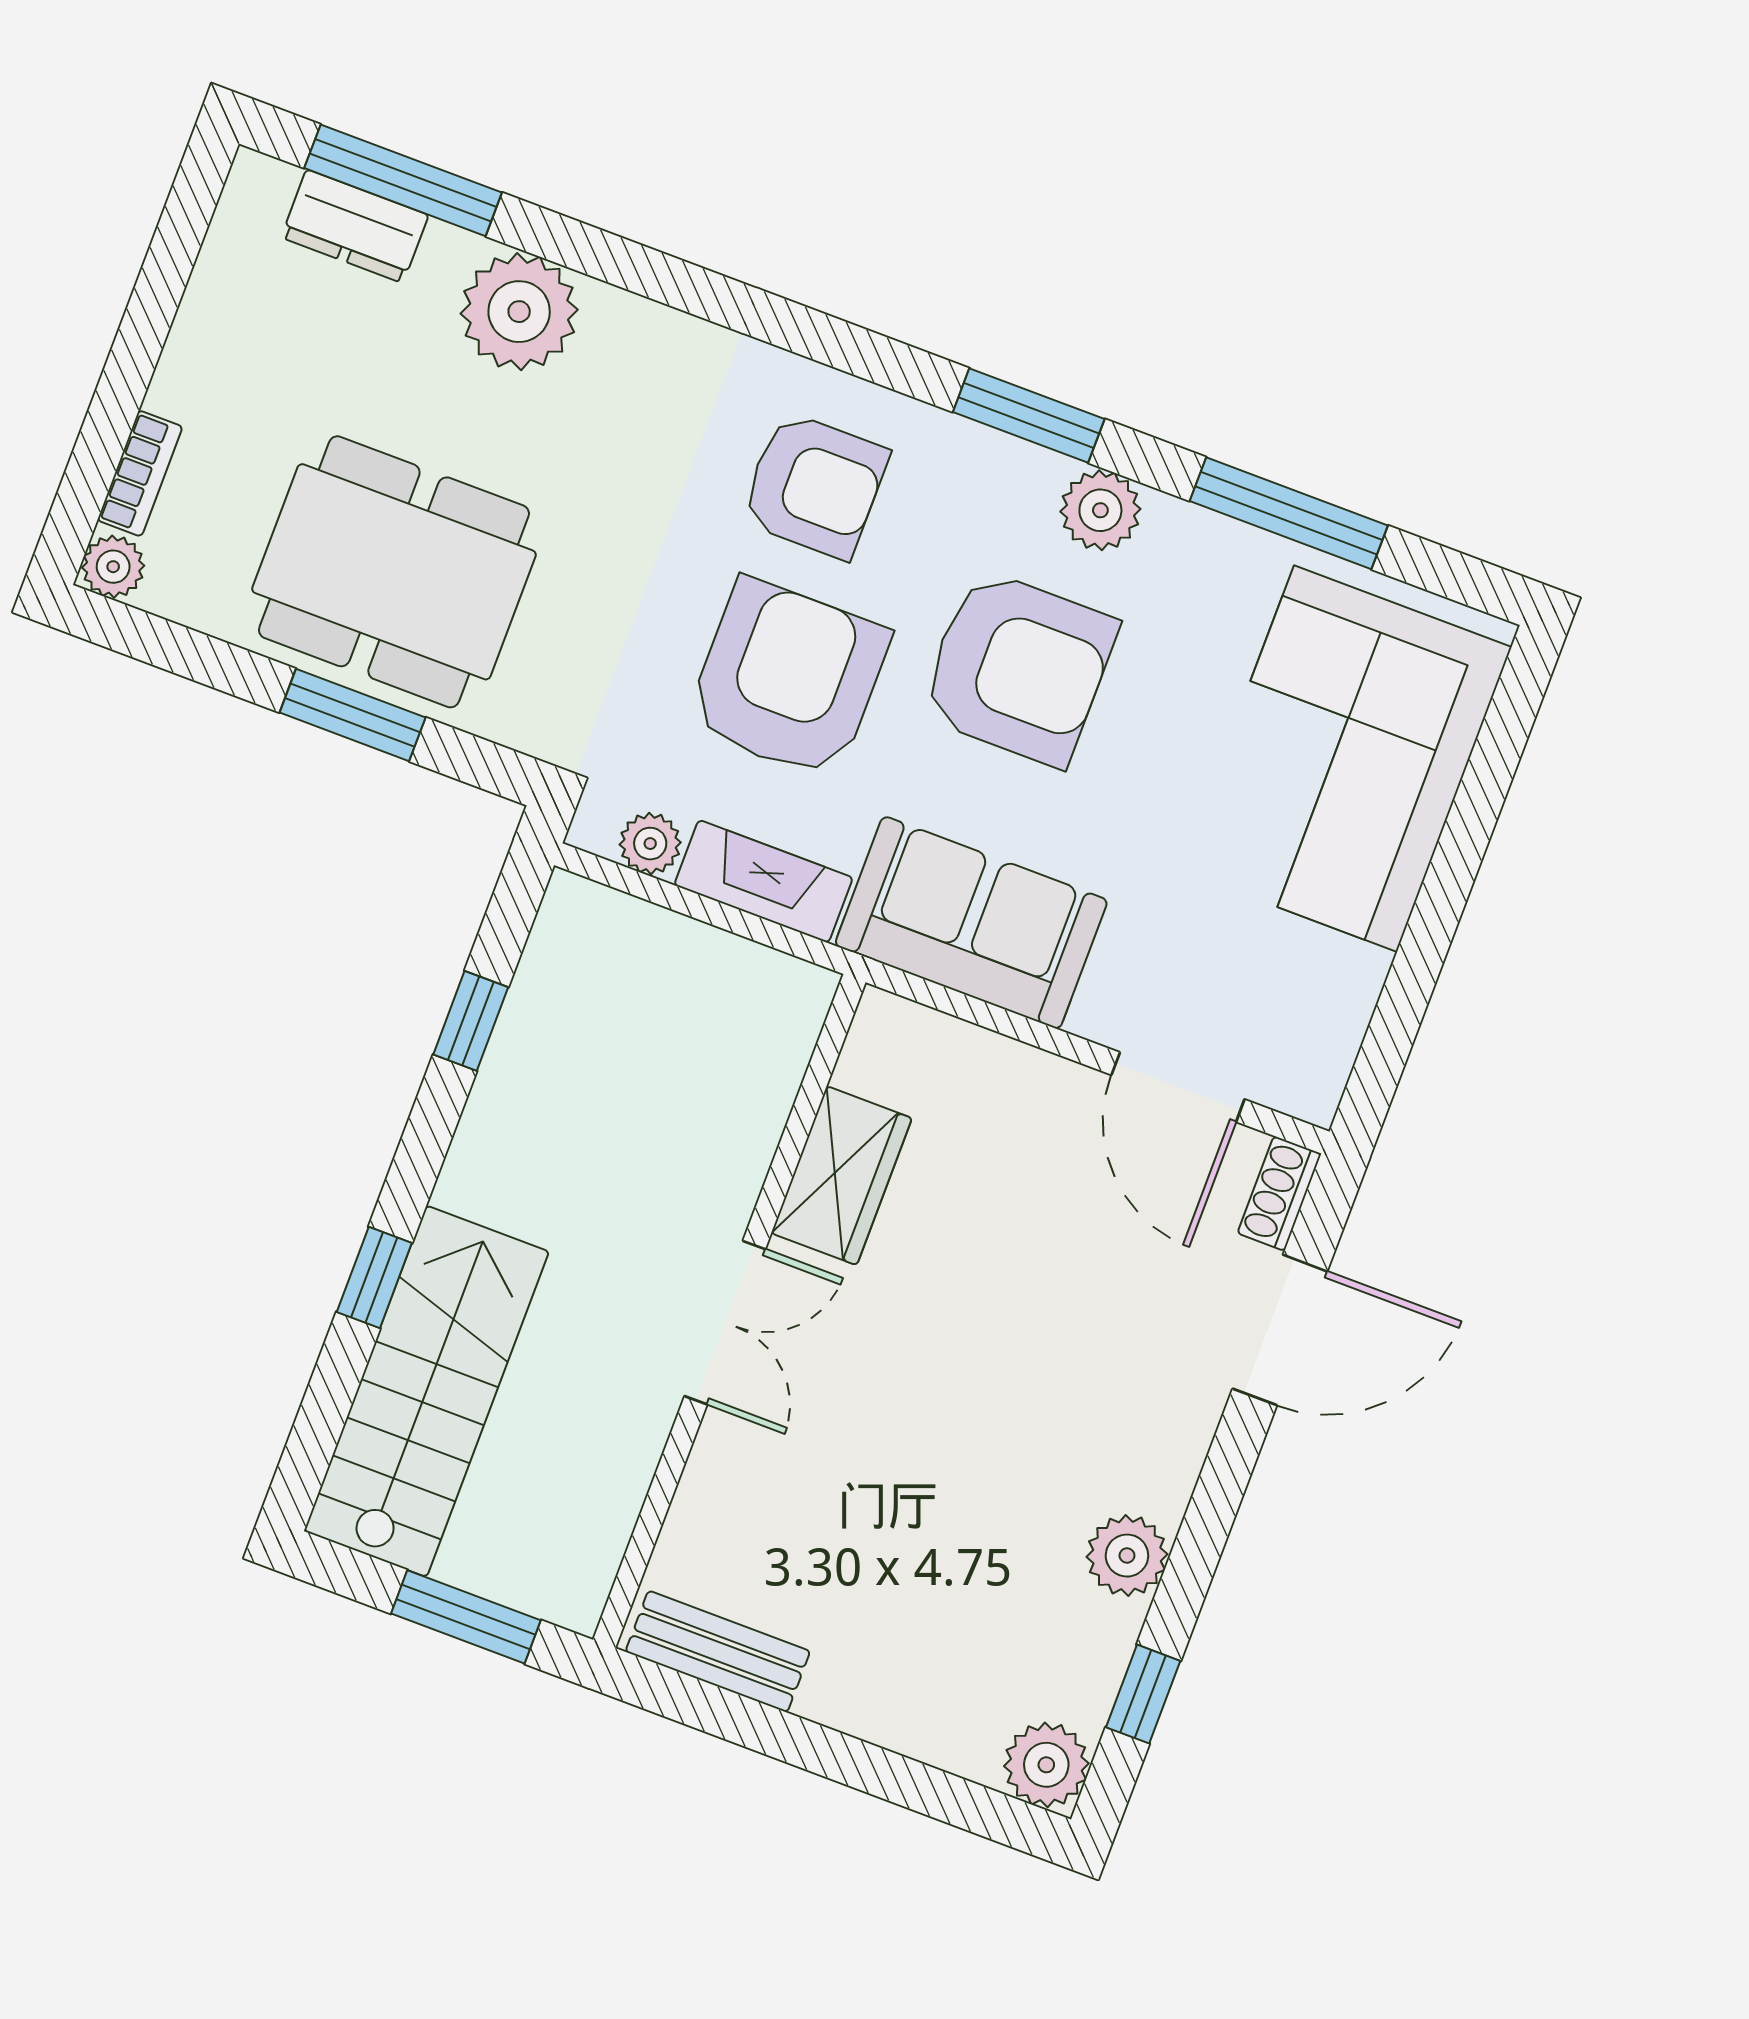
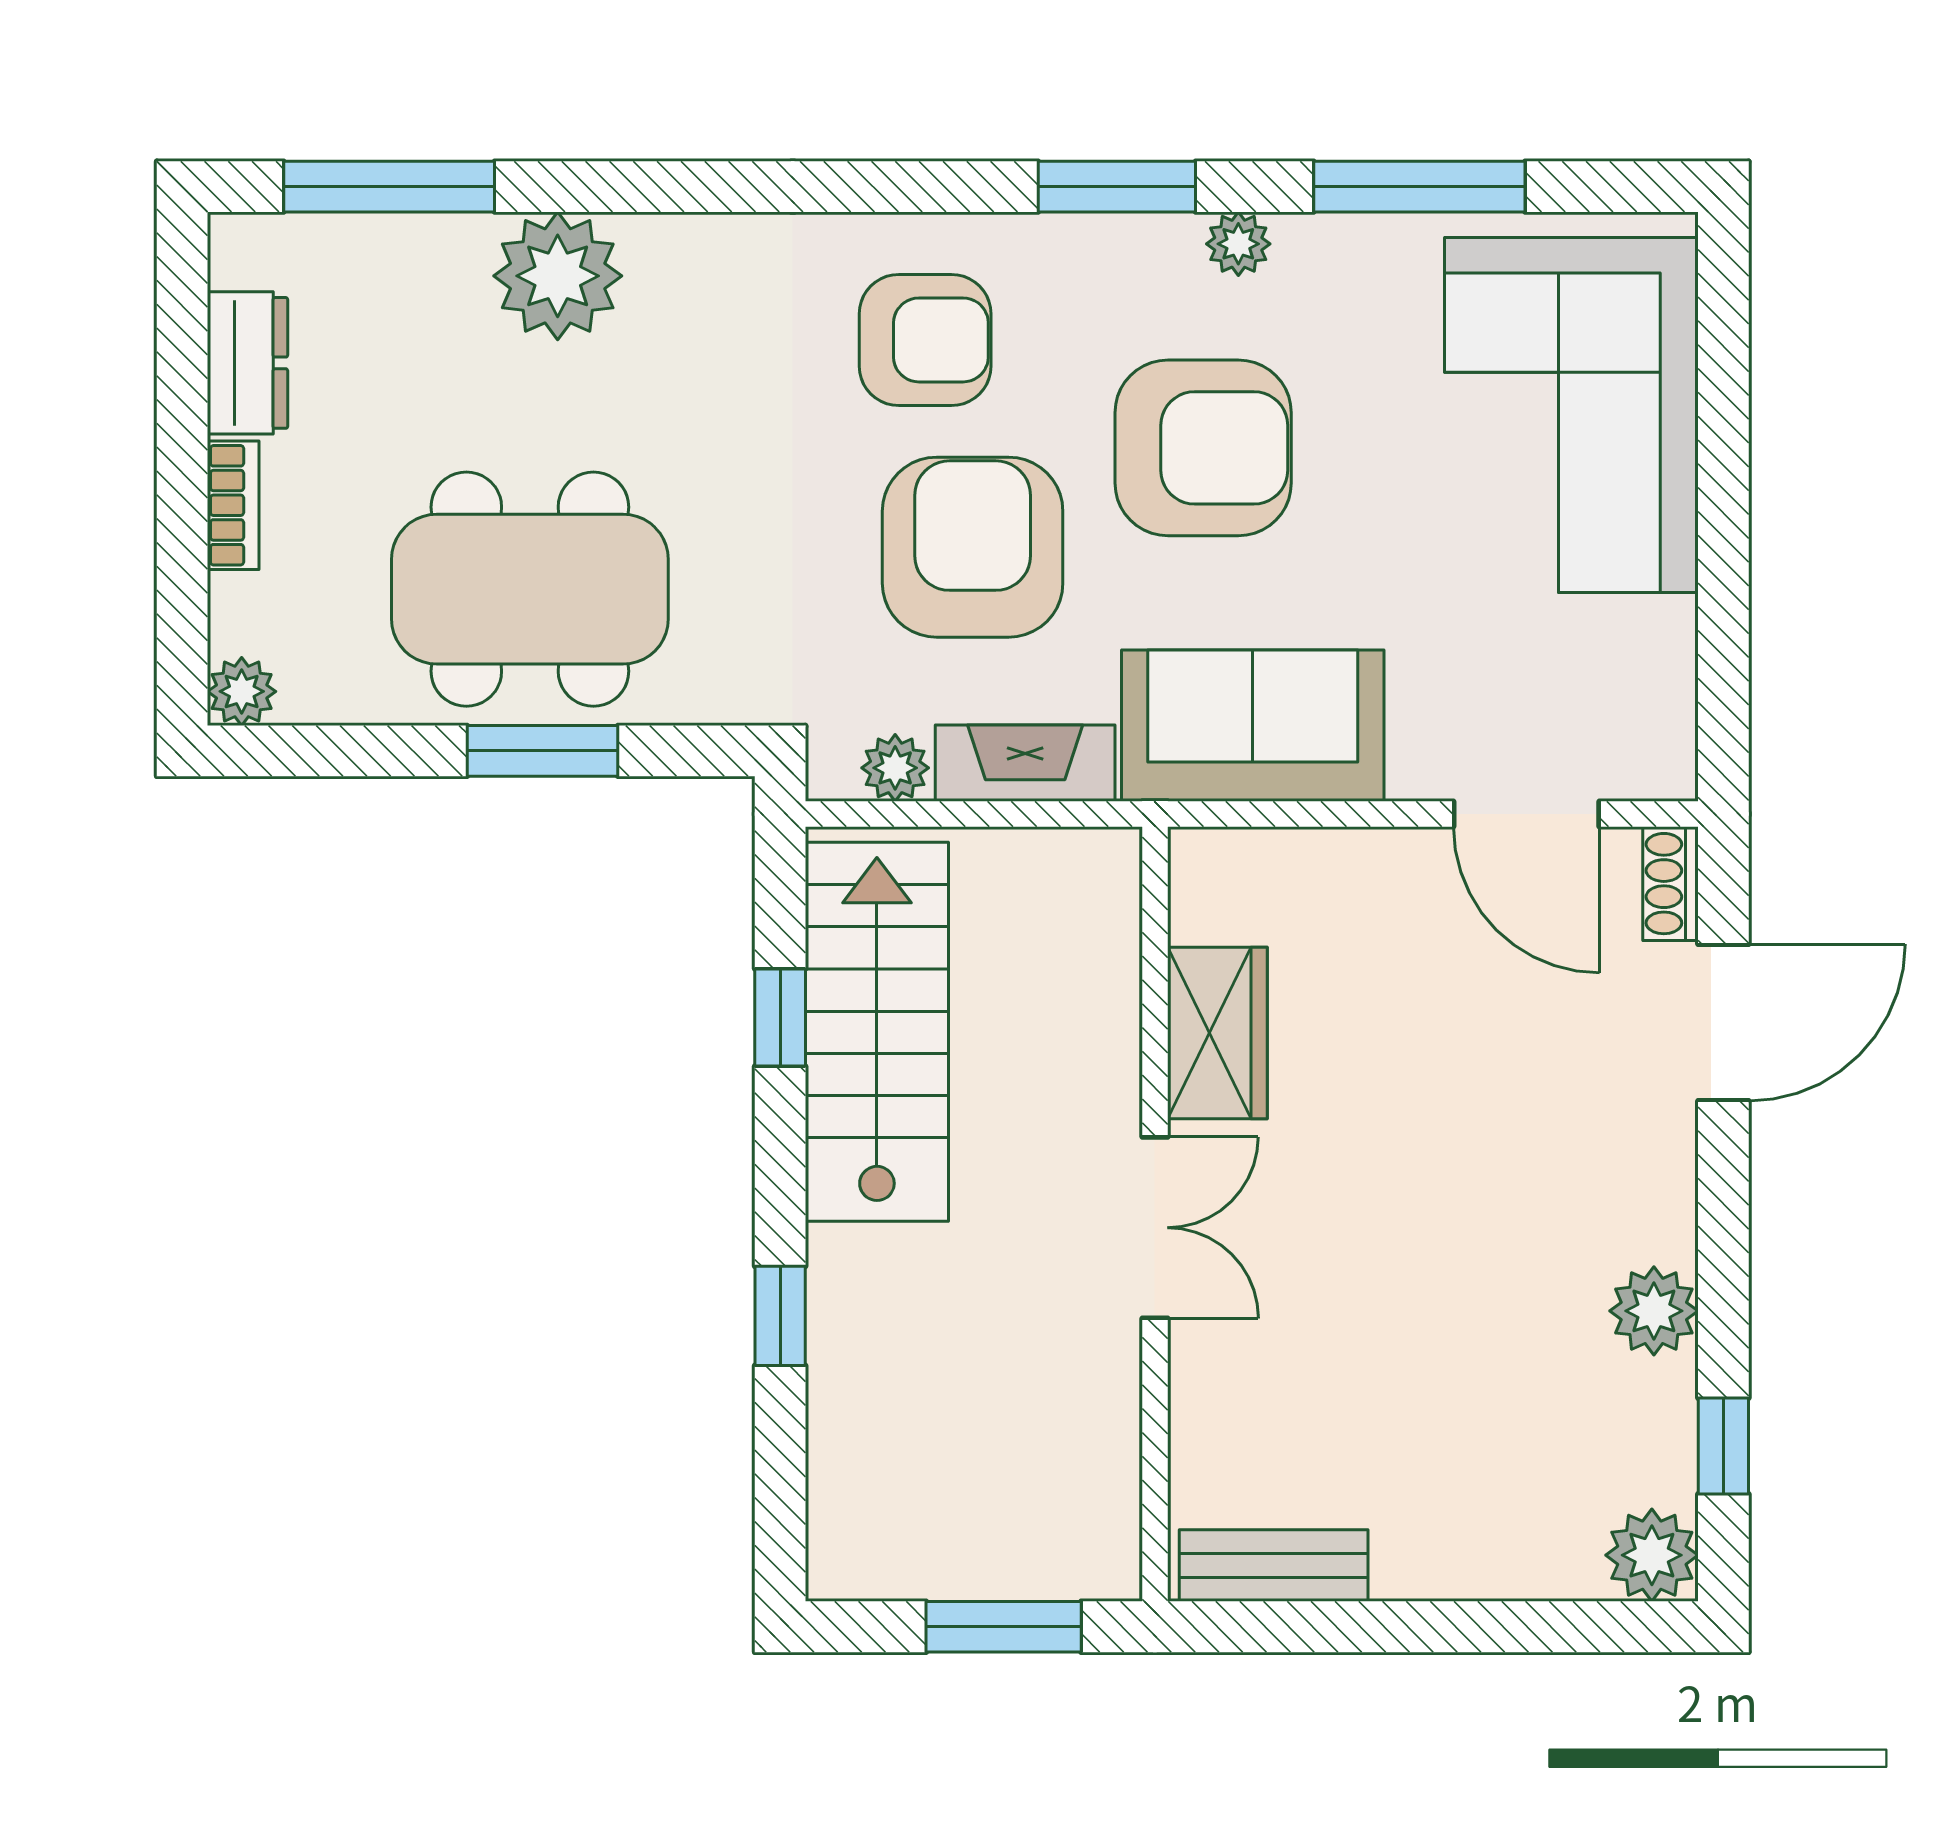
dresser: (355, 226) -> (248, 363), moved, turned -90
bookcase: (140, 473) -> (233, 505), moved
plant: (1100, 510) -> (1238, 244), width x0.73, depth x0.73
stairs: (426, 1391) -> (877, 1032), moved

